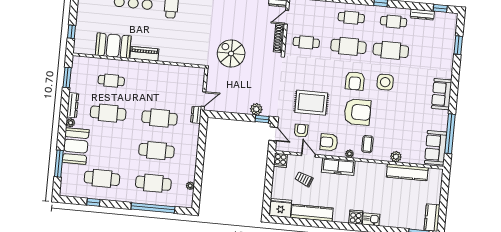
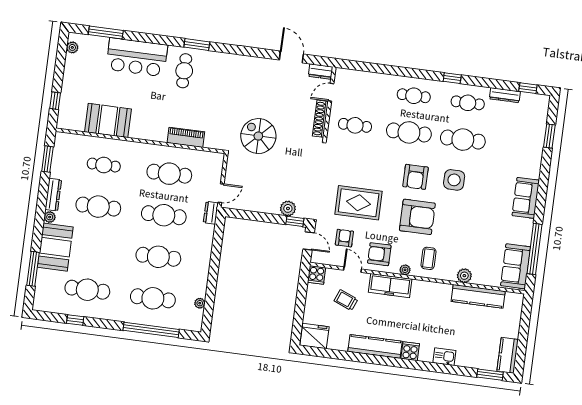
piano: (144, 54) -> (186, 137), moved
cafe table: (163, 85) -> (169, 174), added
kitchen counter: (312, 213) -> (375, 346), moved
kitchen sink: (371, 219) -> (444, 357), moved

